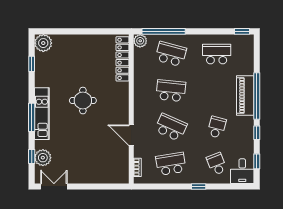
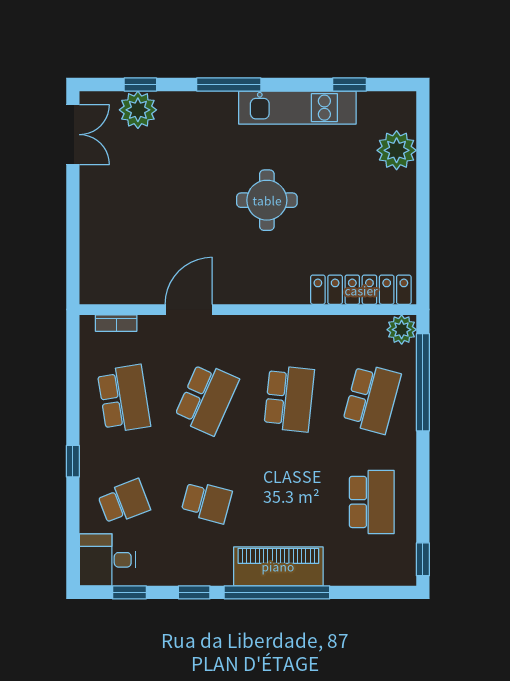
plant: (43, 43) -> (397, 150), moved
kitchen unit: (42, 114) -> (297, 108), moved

